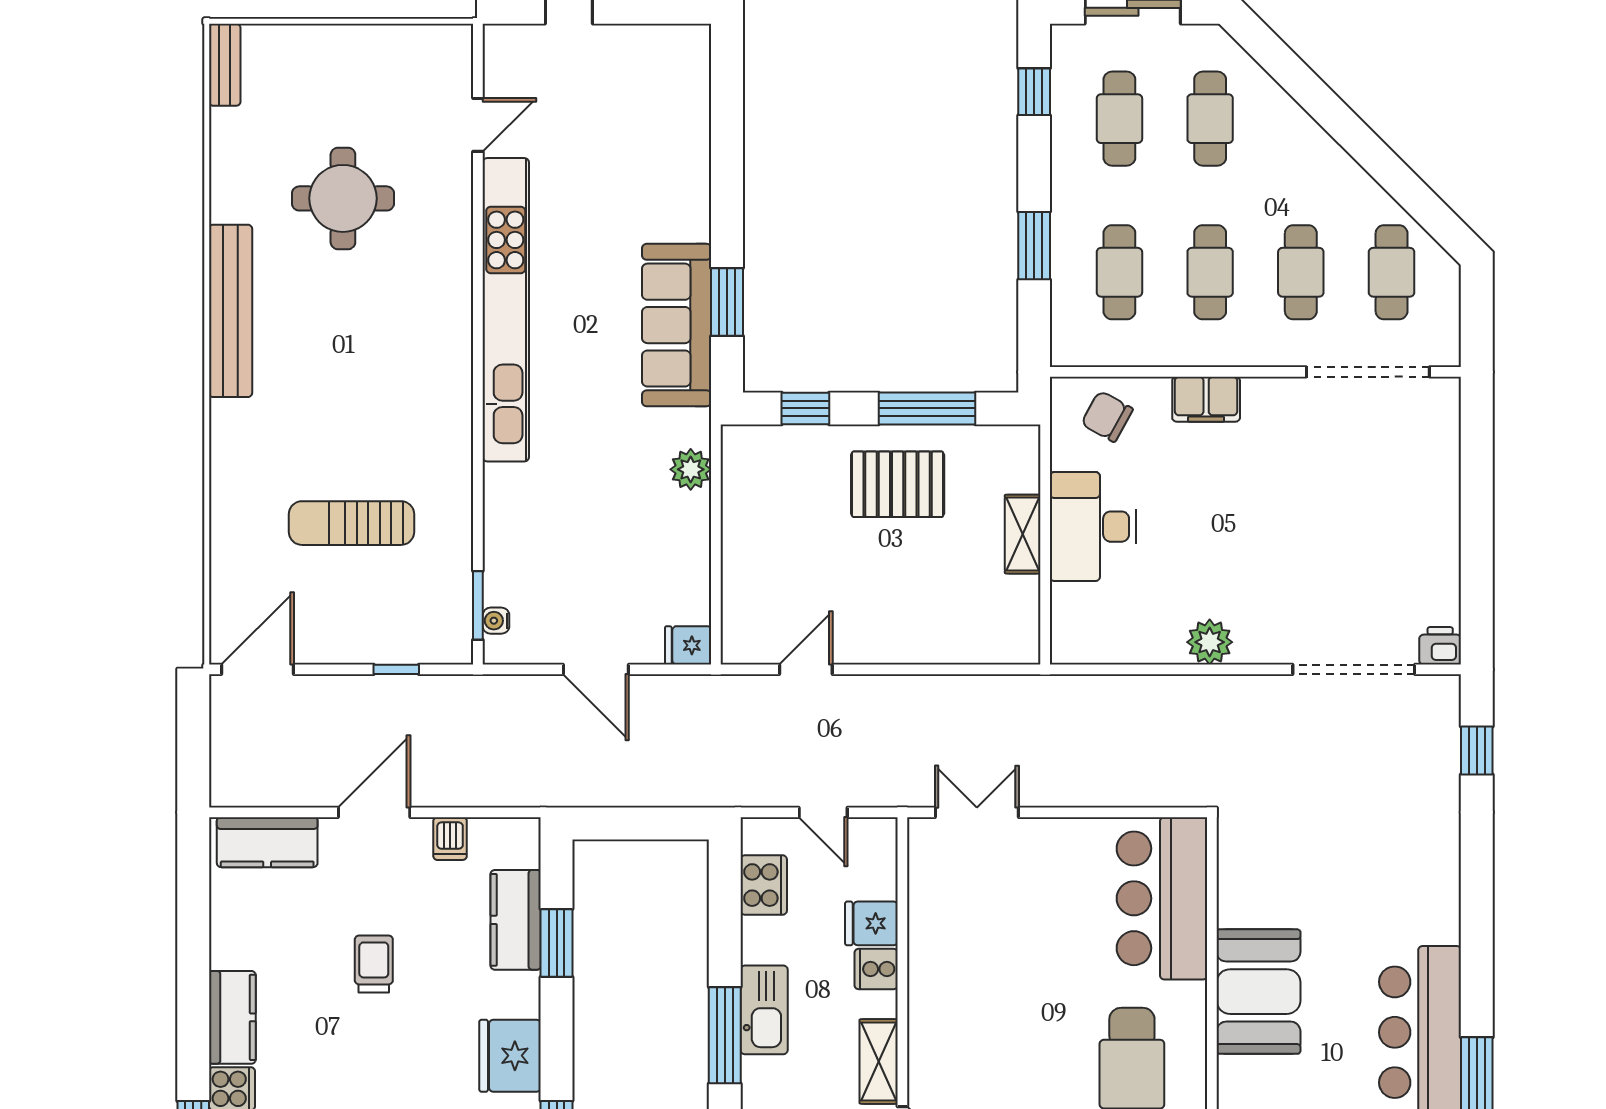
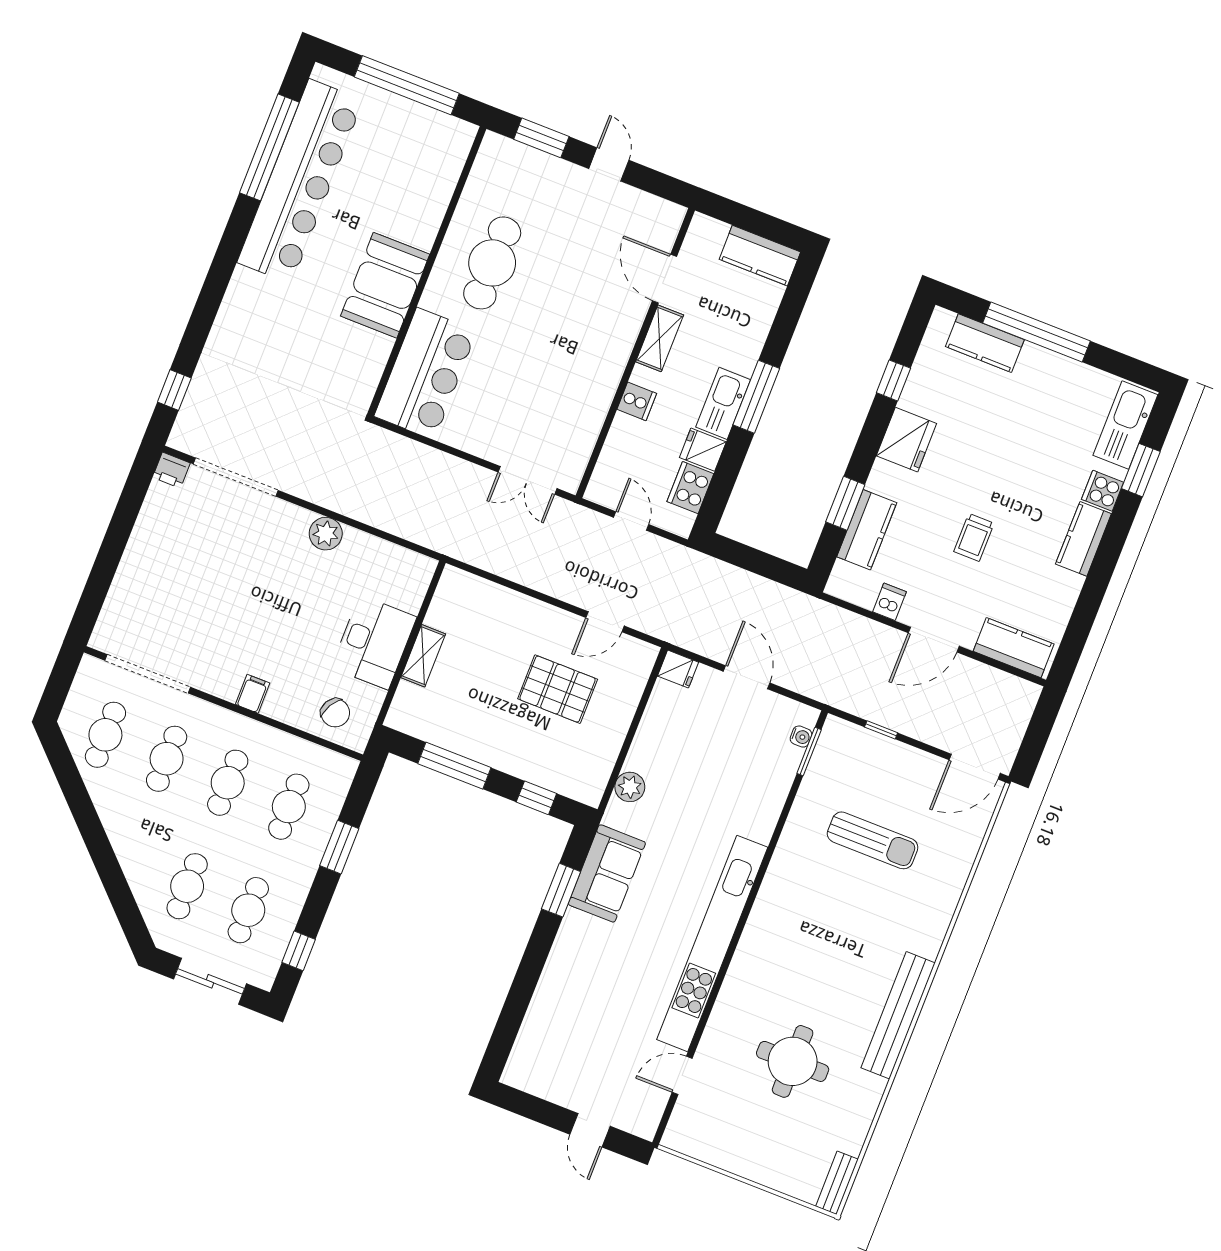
sofa: (677, 325) -> (607, 873), width x0.73
filing cabinet: (1206, 399) -> (253, 694), width x0.50
pallet: (898, 484) -> (558, 689), moved
fridge: (871, 923) -> (703, 450), moved, turned 180

